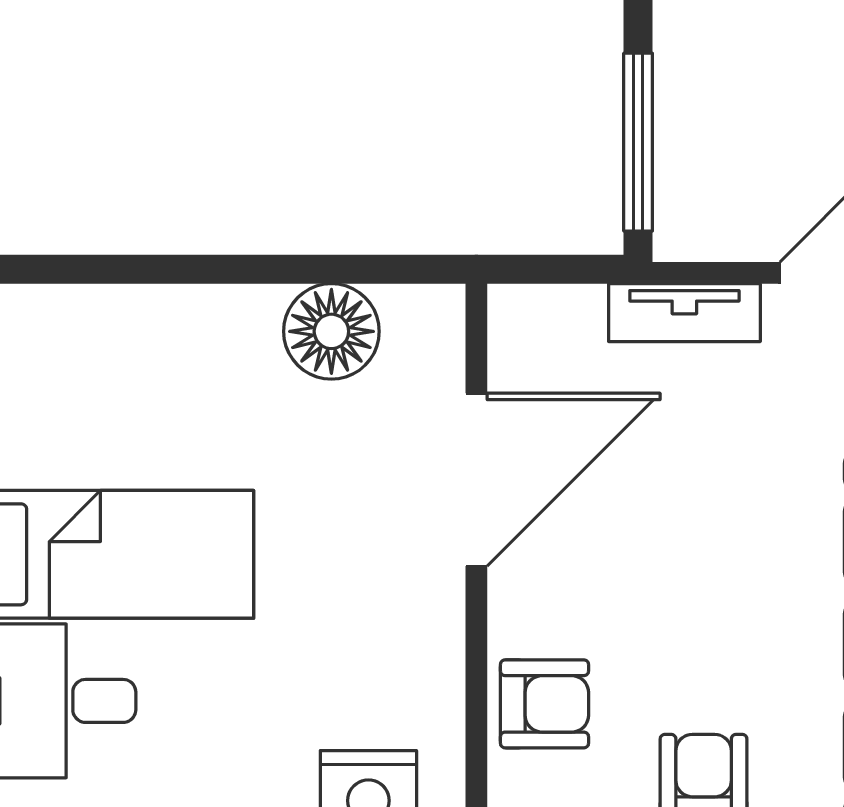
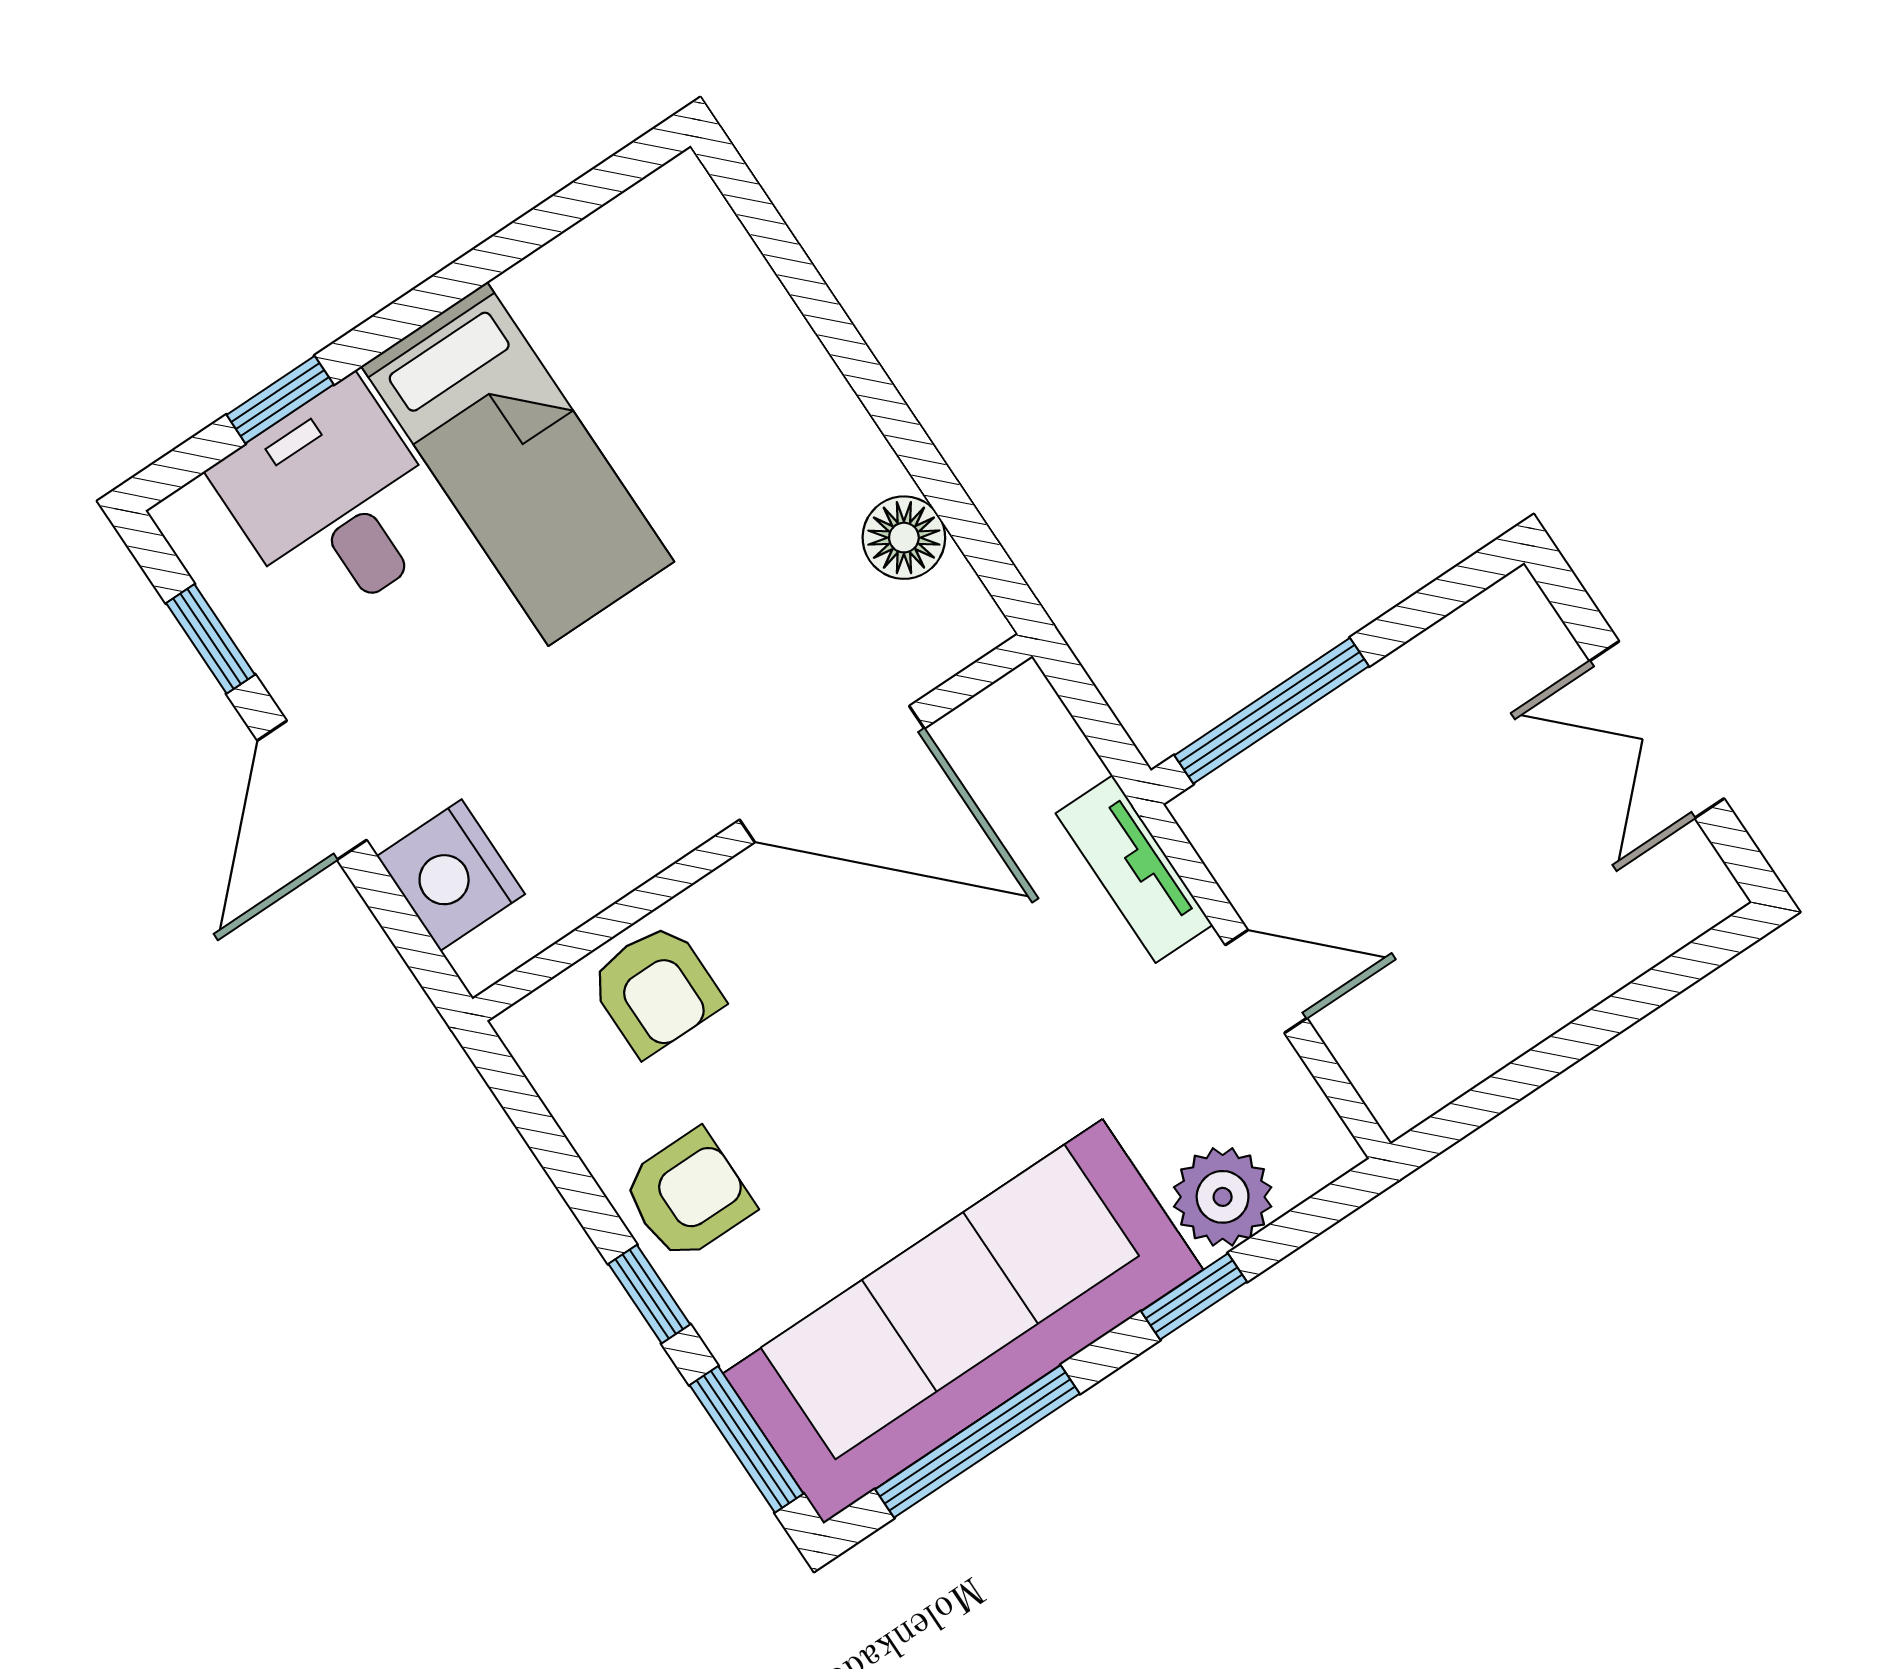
floor lamp: (331, 331) -> (904, 538), width x0.73, depth x0.73

